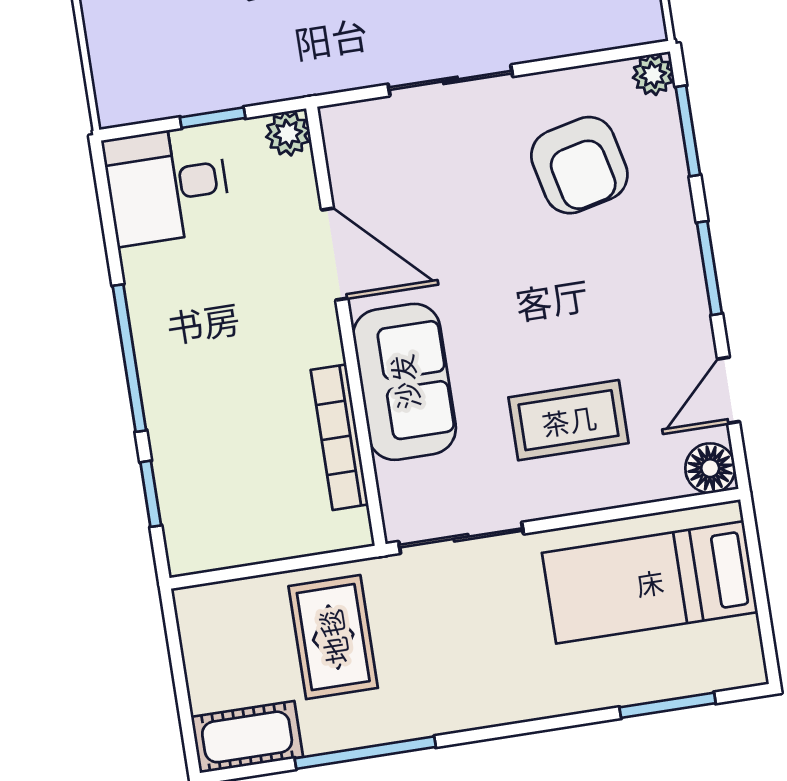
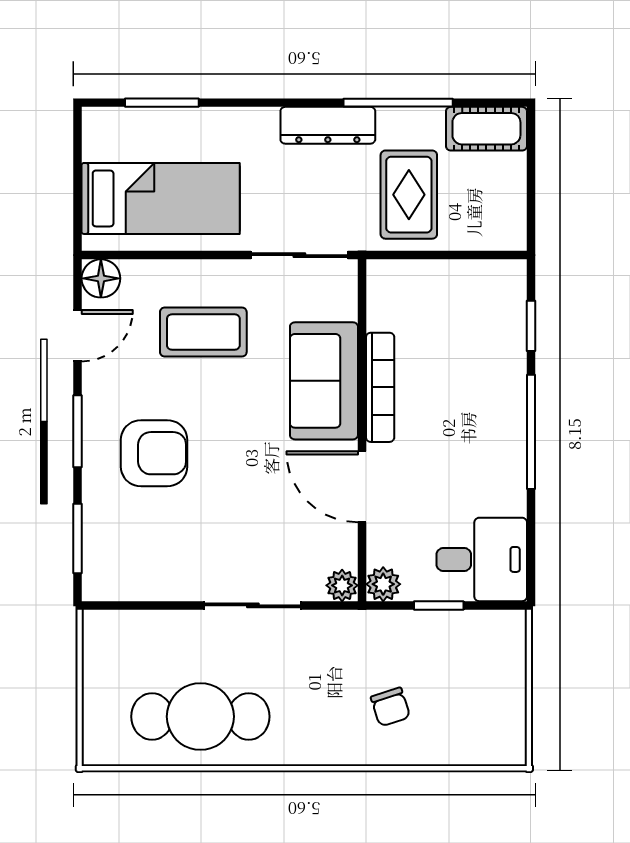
plant: (653, 75) -> (342, 585), moved
armchair: (579, 165) -> (154, 453), moved, turned 103
bookcase: (339, 437) -> (380, 387), moved
dresser: (451, 710) -> (328, 125), added

